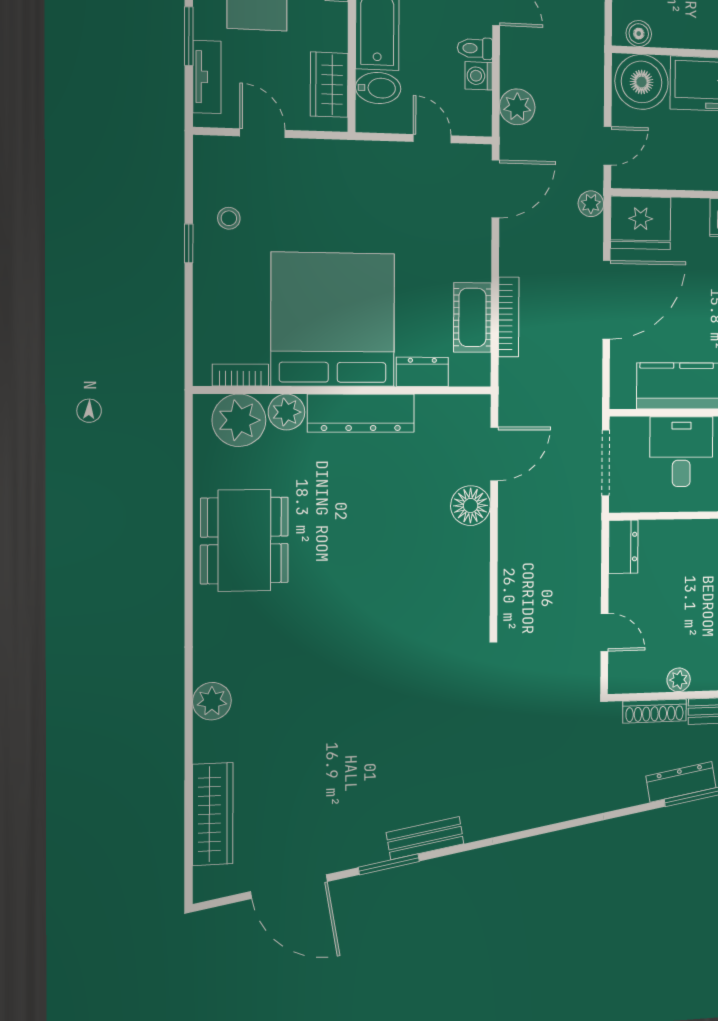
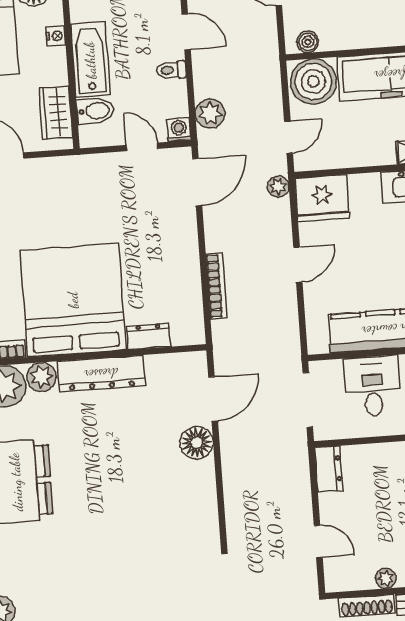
washing machine: (479, 76) -> (179, 130), moved, turned 90
door: (607, 300) -> (298, 265), width x0.53
cot: (472, 317) -> (186, 289), removed

